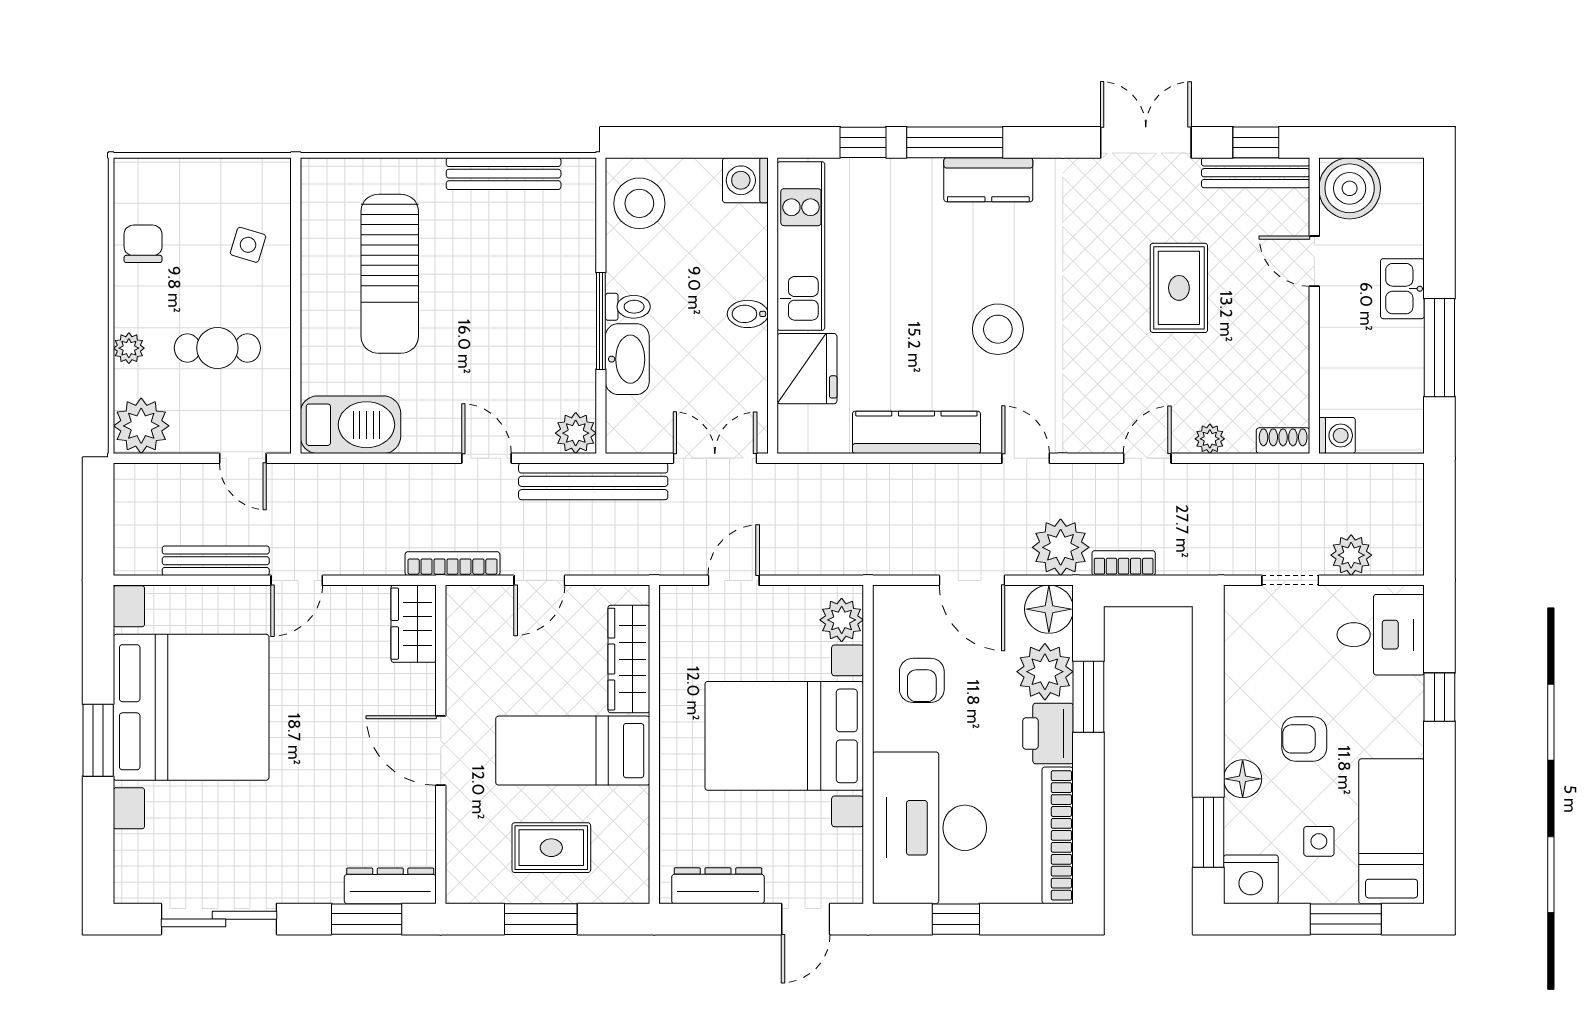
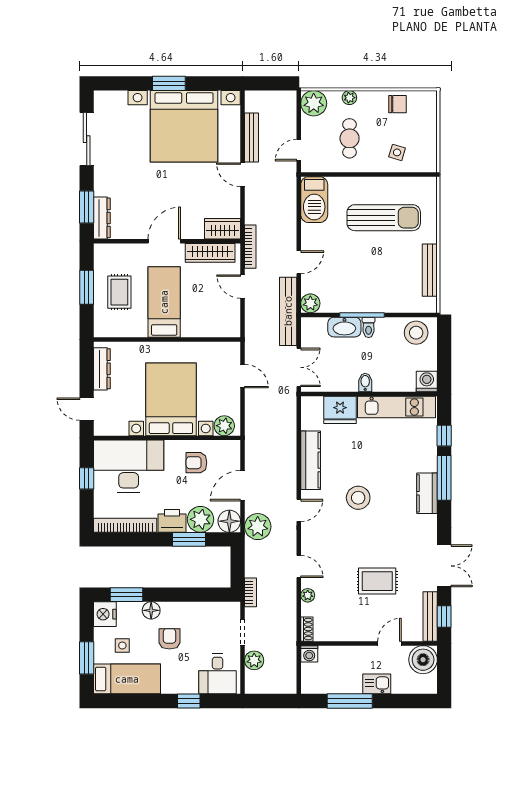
sun lounger: (390, 274) -> (384, 218), turned 180
bookcase: (1124, 563) -> (250, 592), moved
wardrobe: (629, 659) -> (210, 253), moved, turned 180

